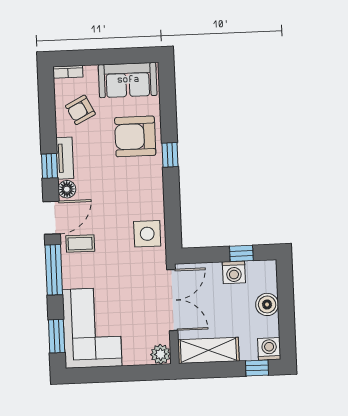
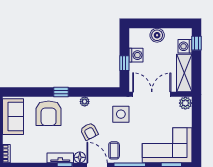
armchair: (80, 110) -> (89, 131), moved
plant: (156, 193) -> (85, 102), added
side table: (147, 234) -> (121, 114), moved
window: (241, 253) -> (124, 63), moved
washing machine: (269, 349) -> (185, 46), moved

